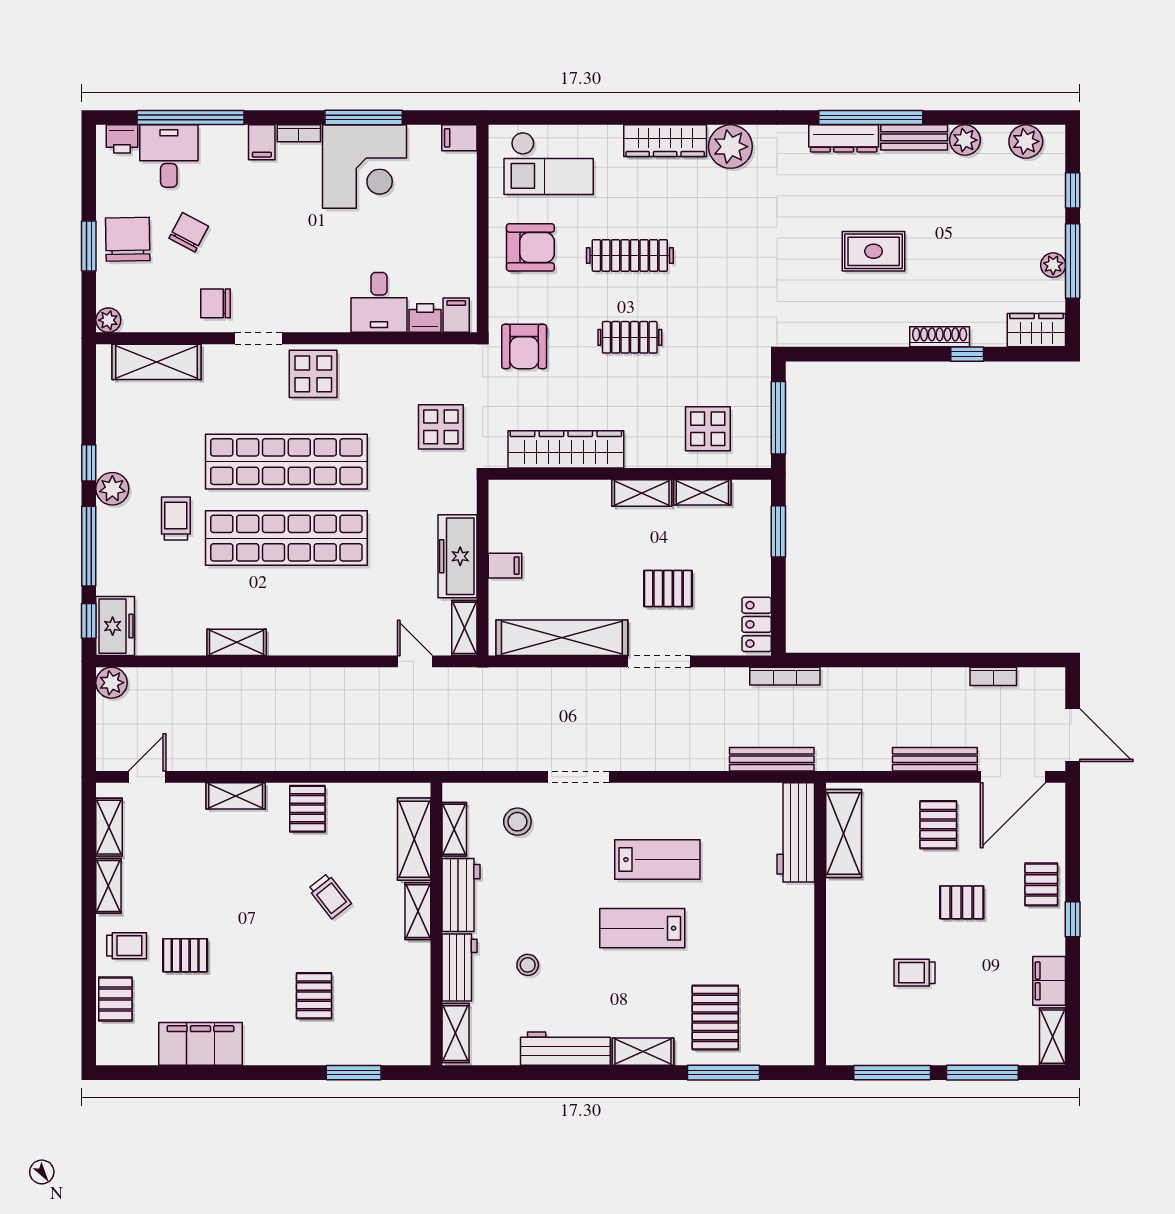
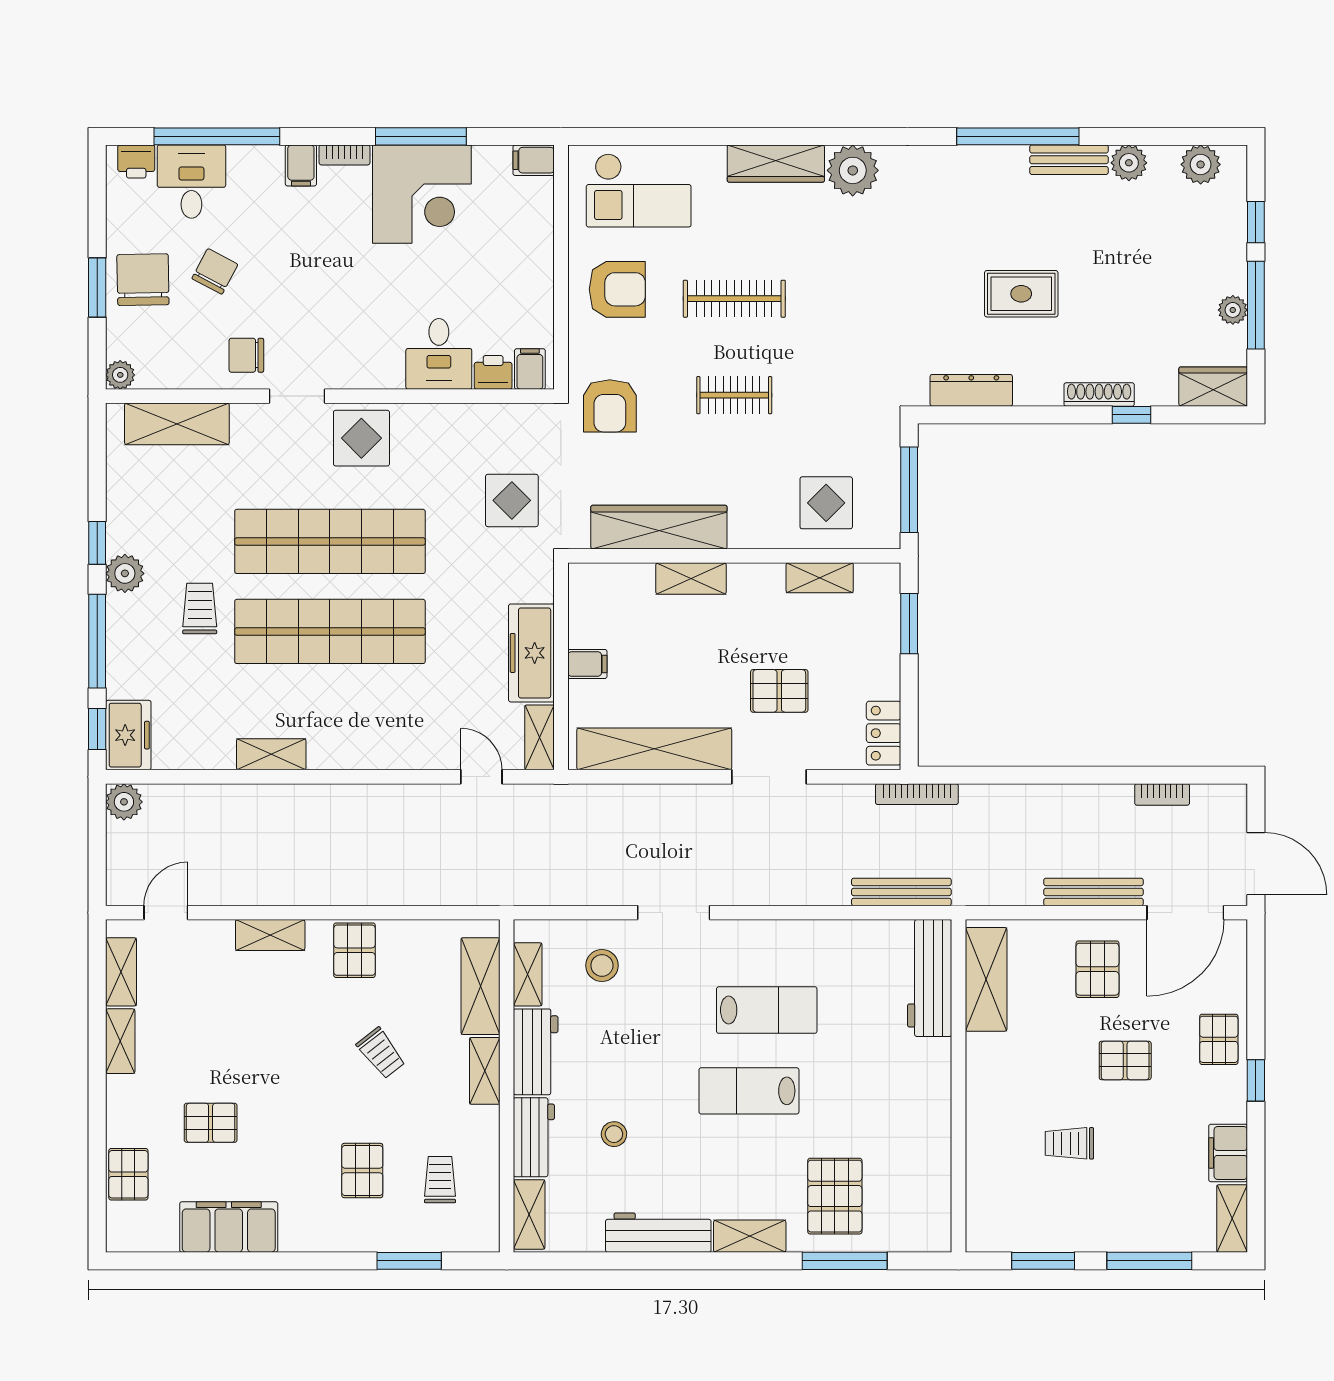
dresser: (844, 138) -> (971, 390), moved, turned 180
shelving: (642, 493) -> (691, 578), moved
trolley: (127, 946) -> (440, 1180), moved, turned -90
window: (892, 1073) -> (1043, 1261), width x0.69

